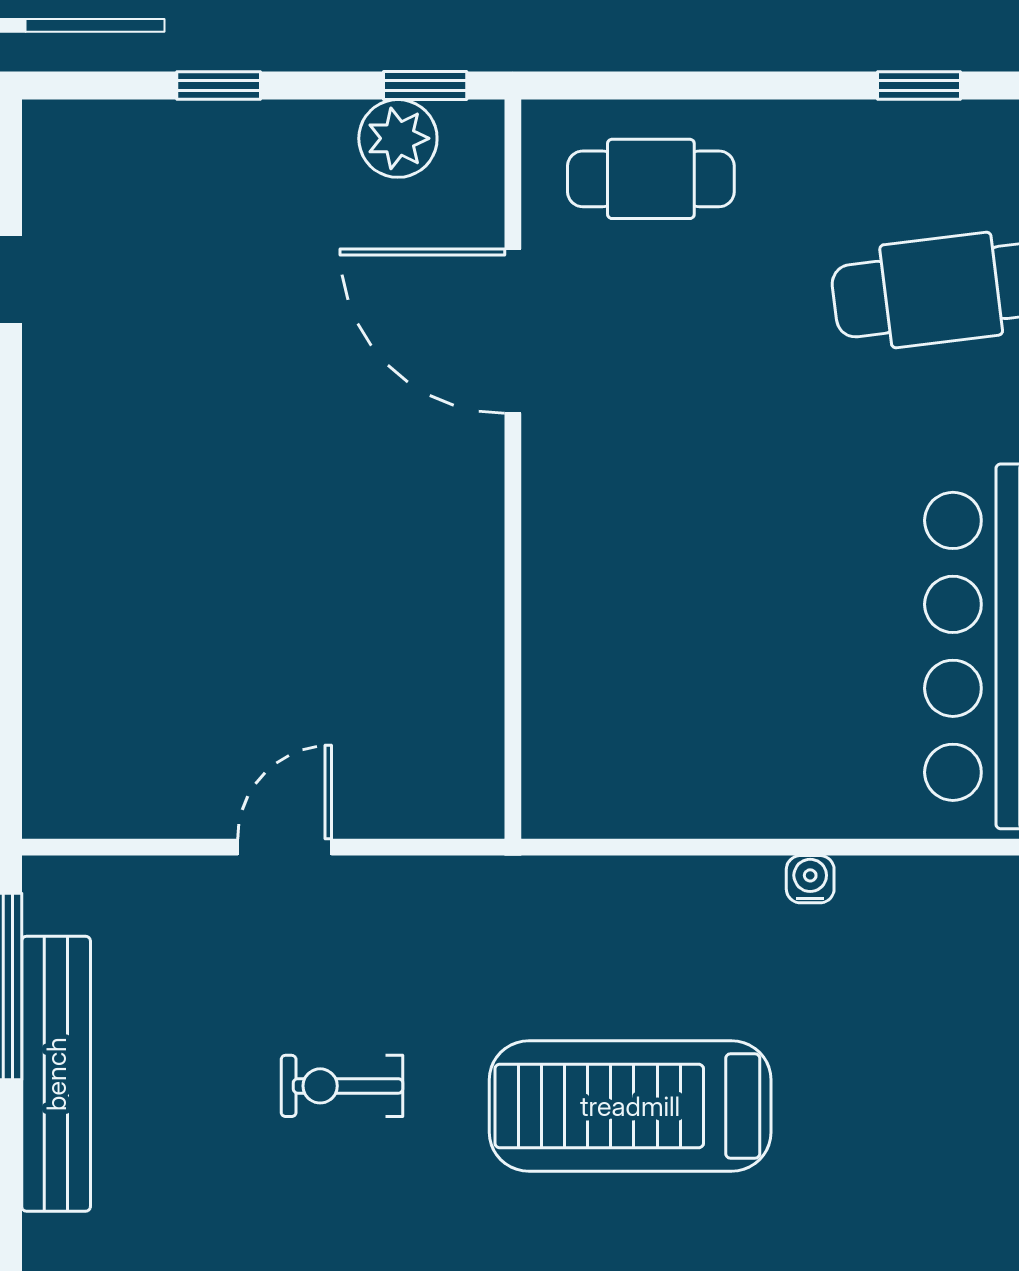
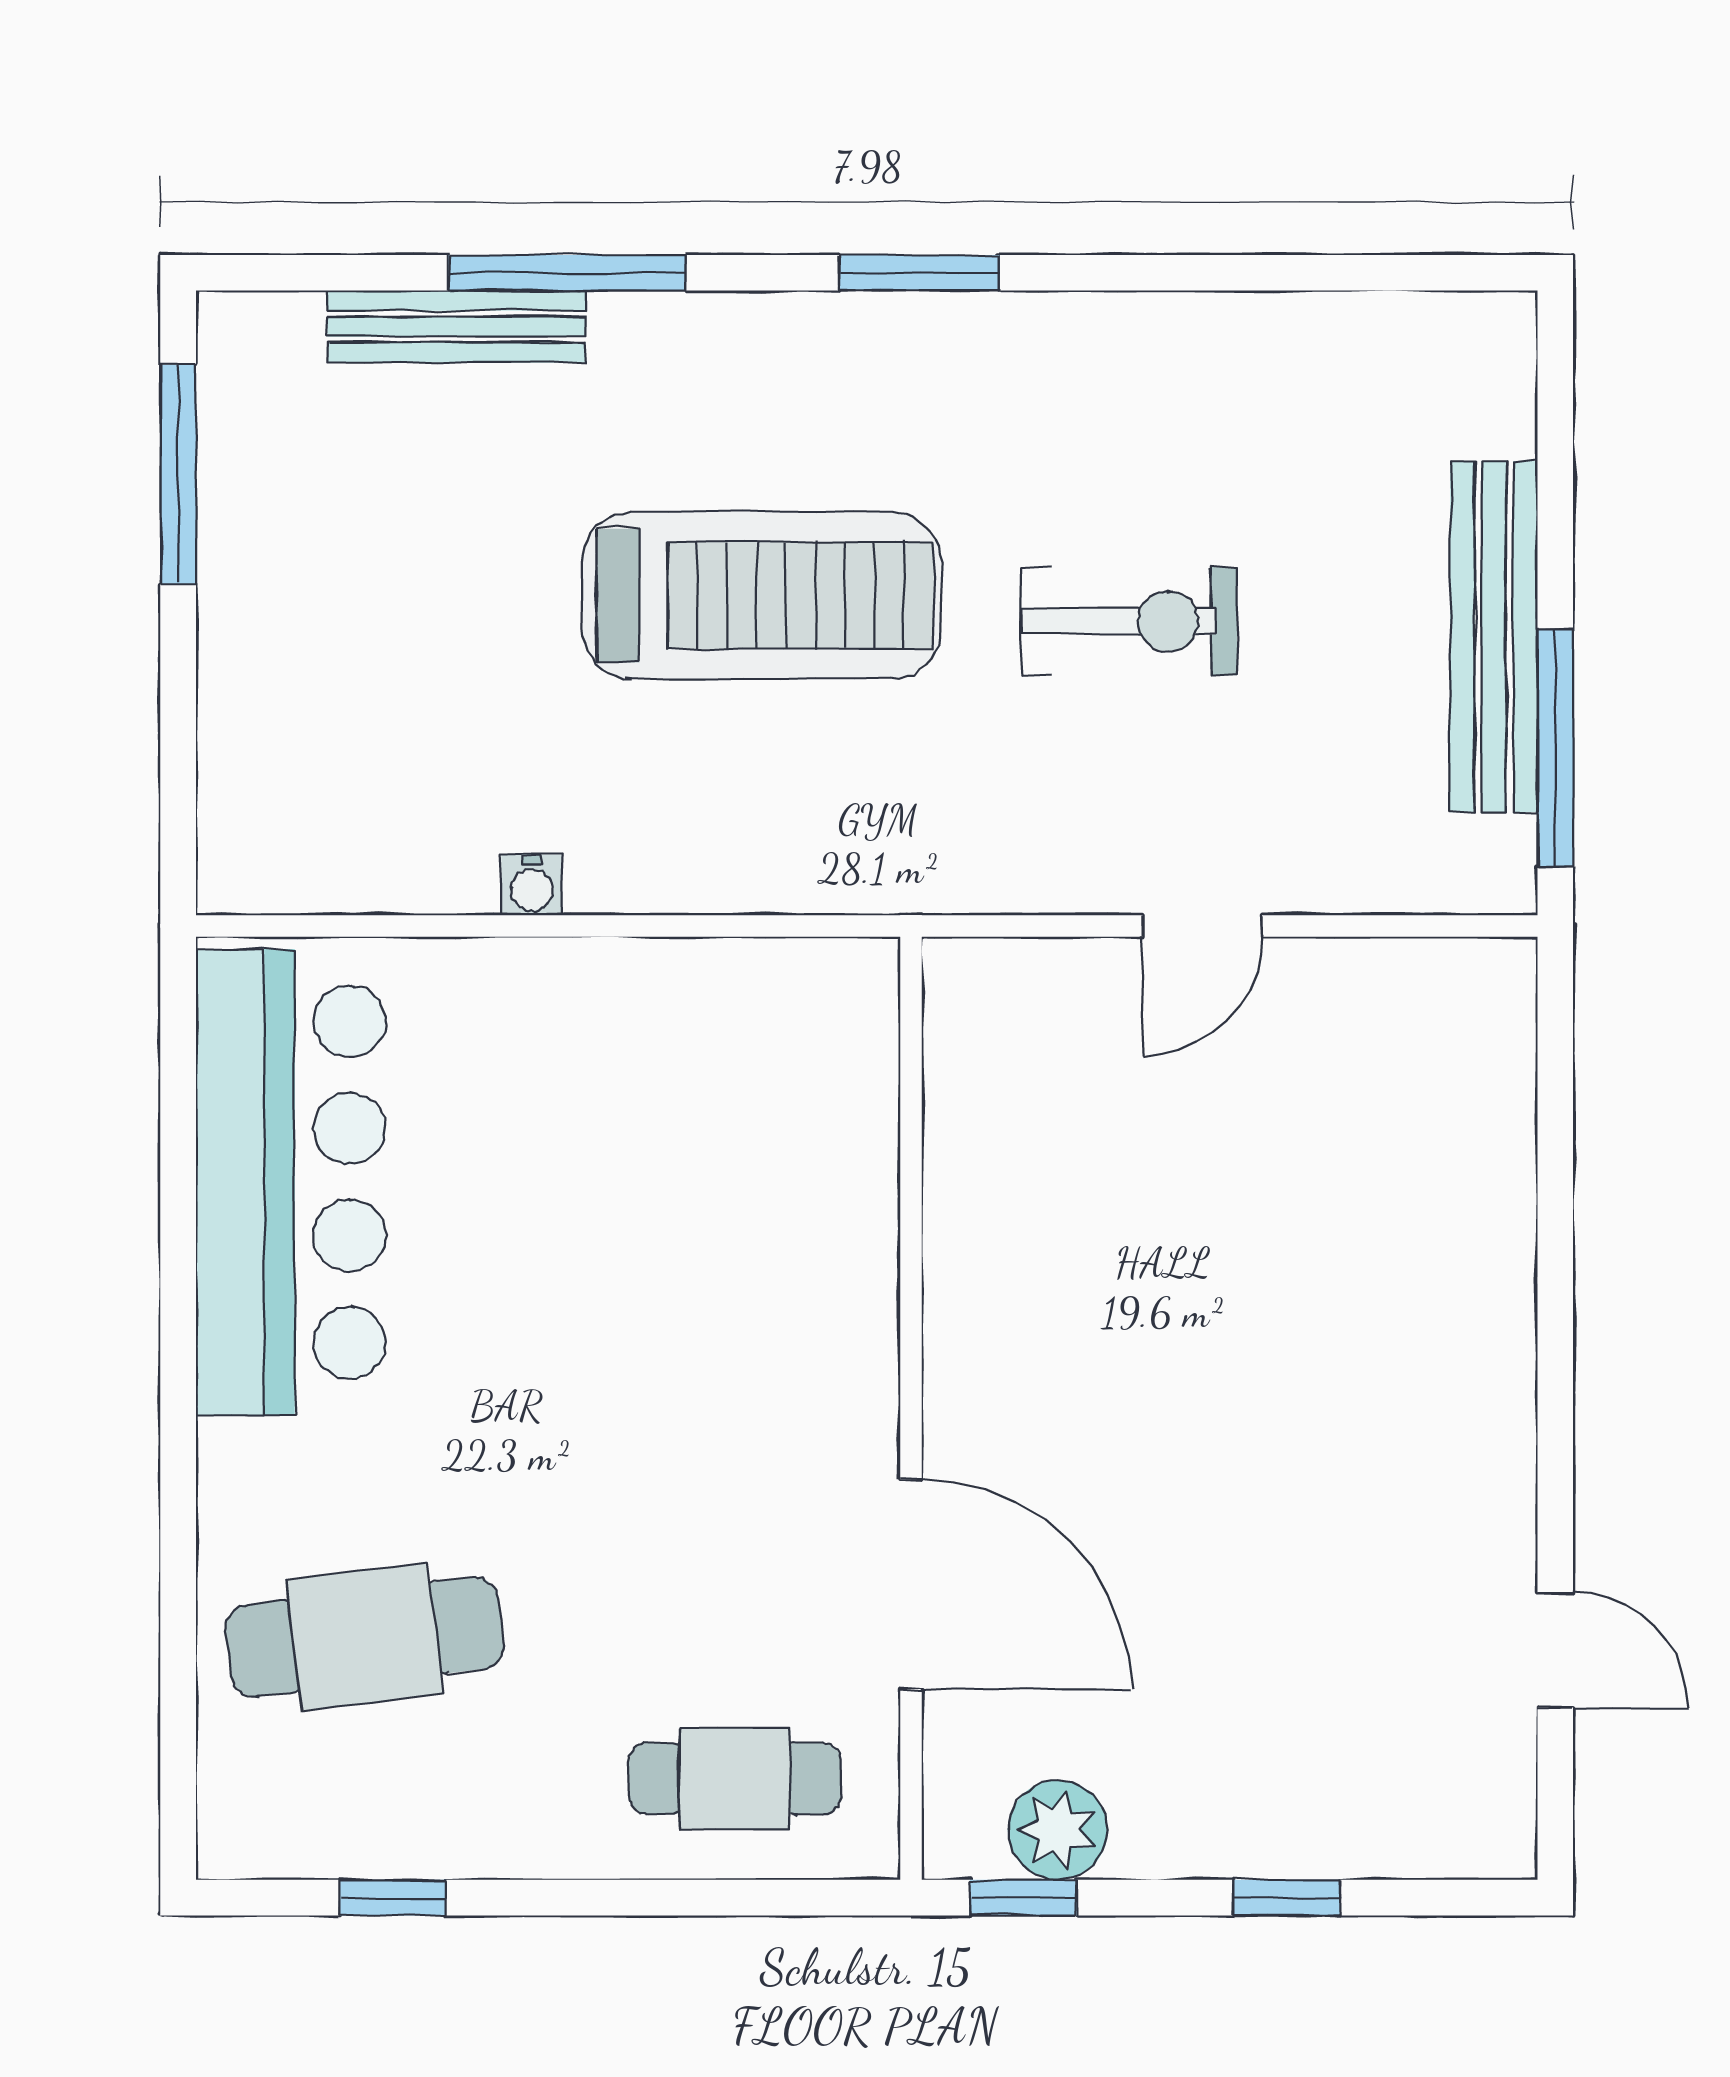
exercise bike: (342, 1086) -> (1129, 621), width x1.38, depth x1.39

